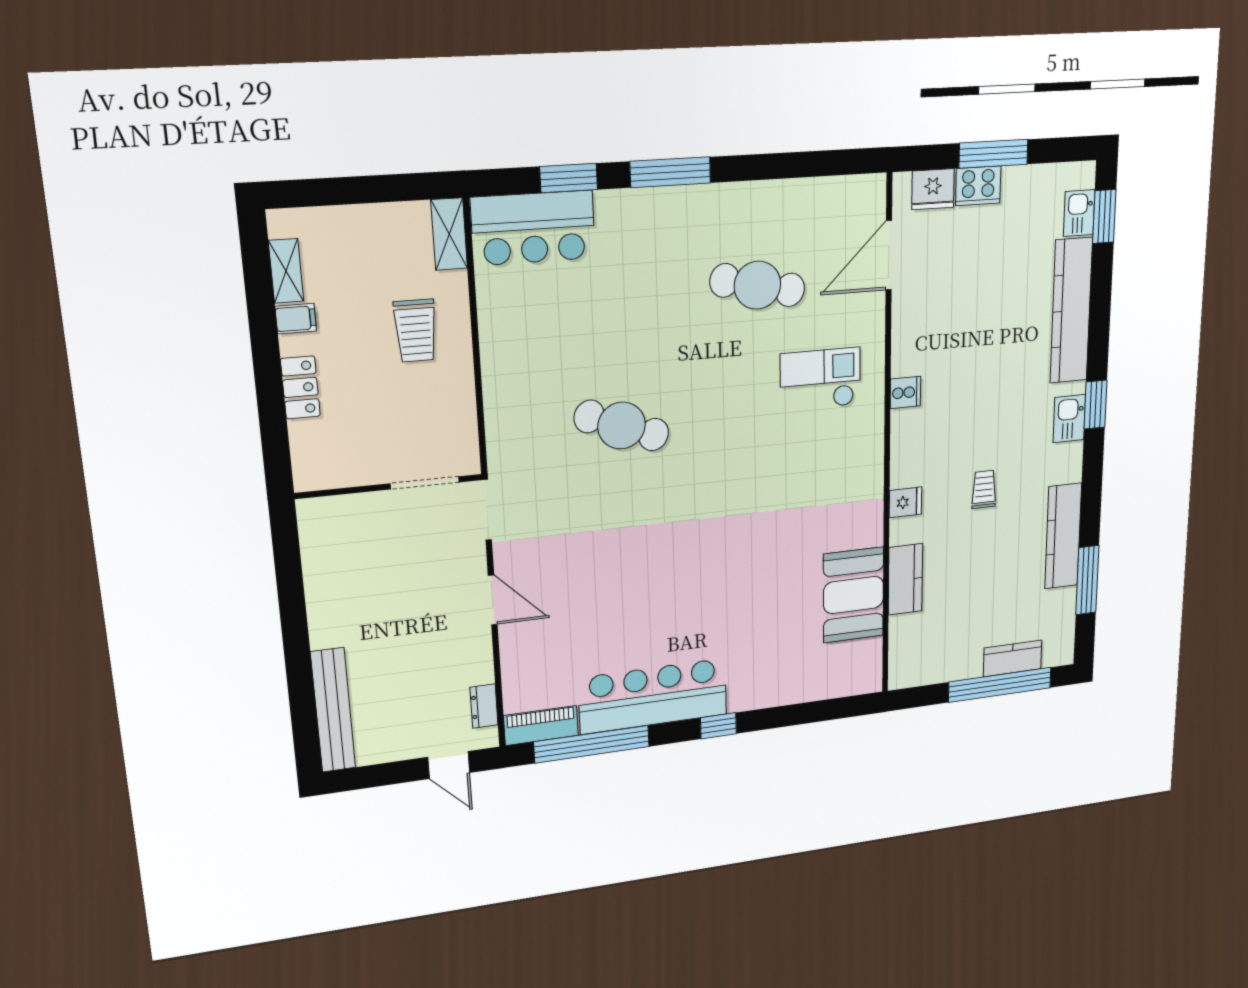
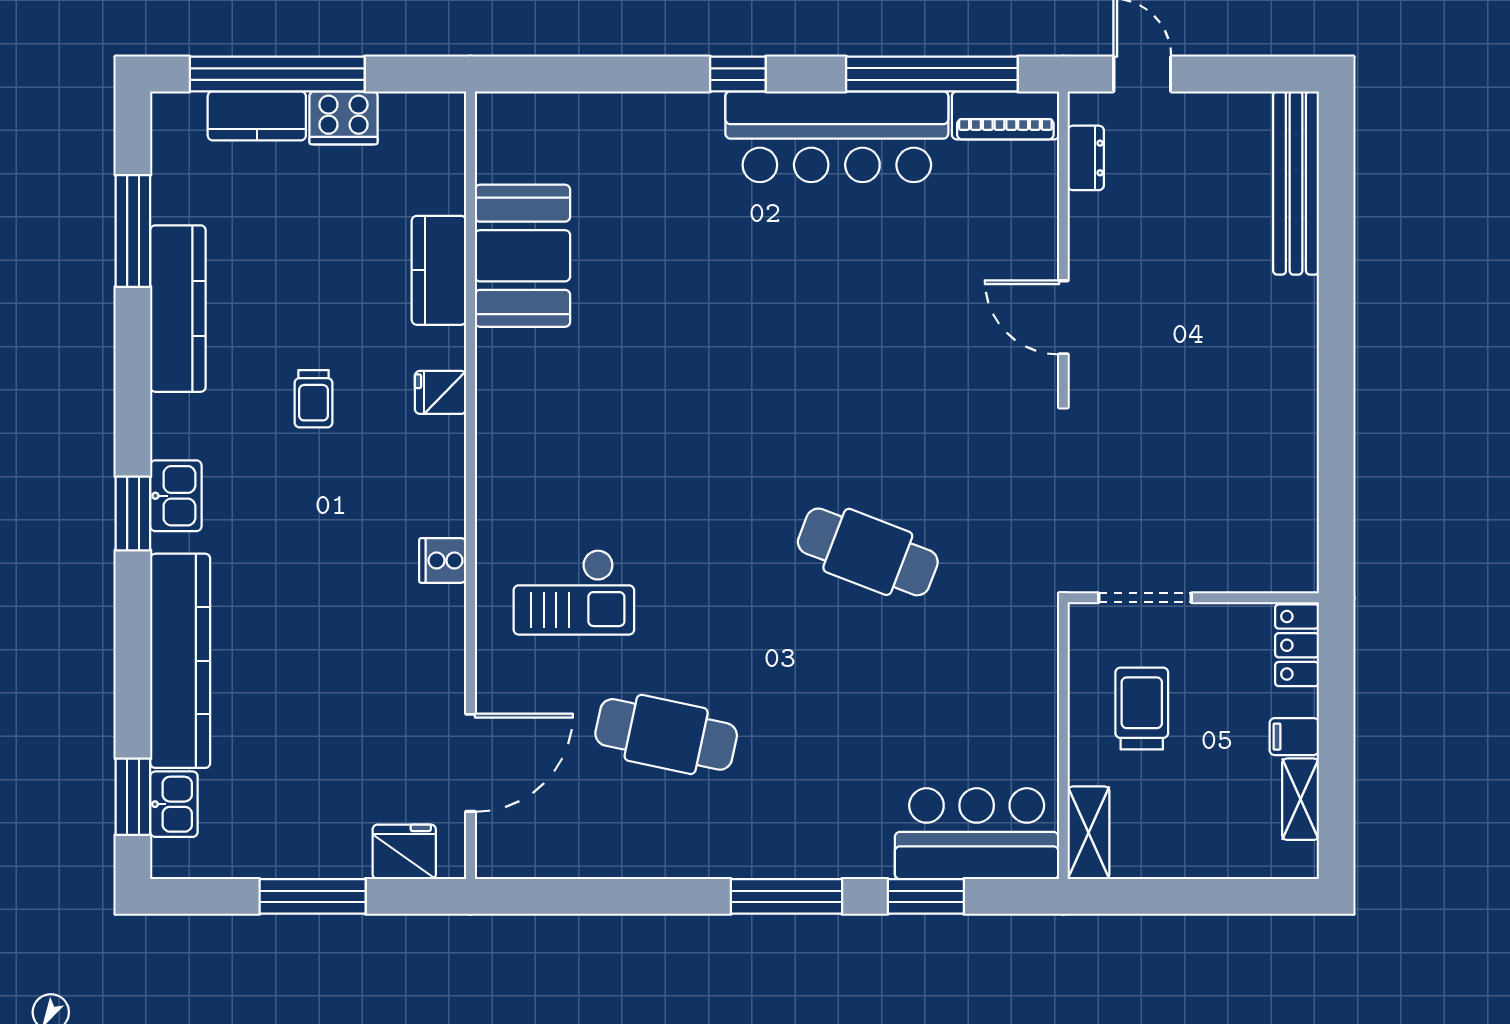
cooker: (978, 186) -> (344, 118), moved, turned 180
doorway: (425, 483) -> (1145, 598), moved
wall: (389, 486) -> (1193, 598), moved

